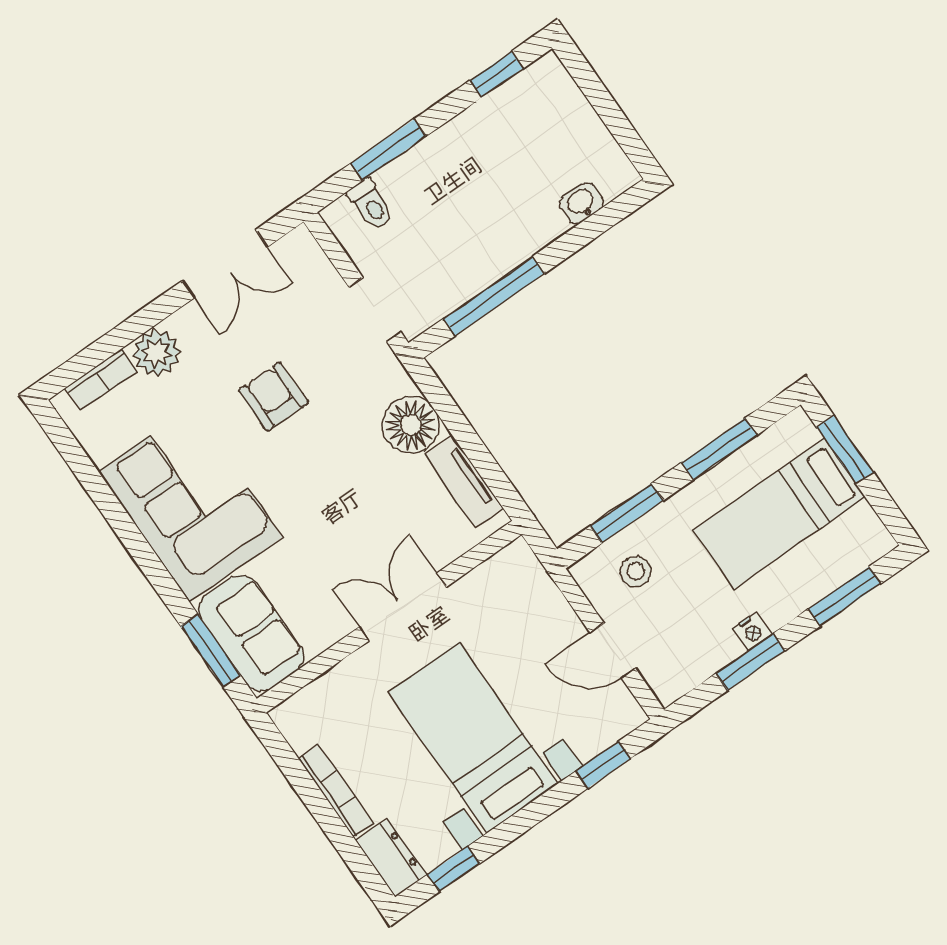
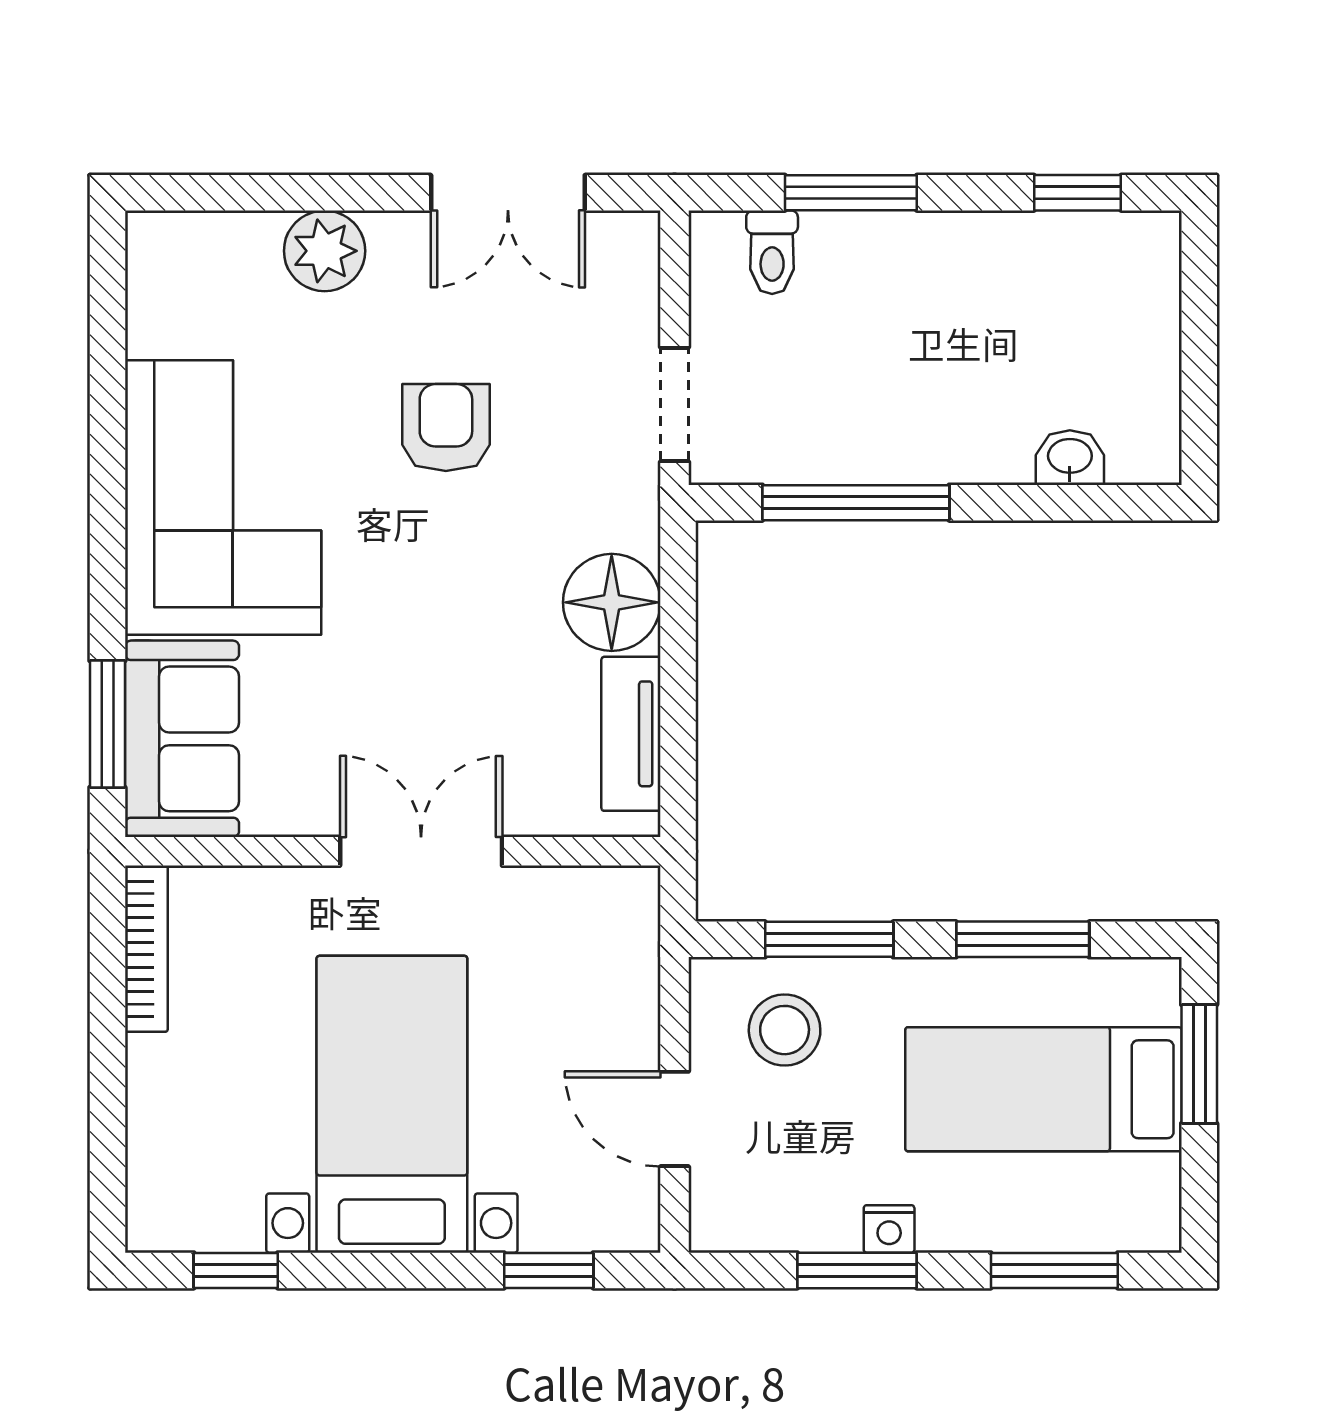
bookcase: (101, 379) -> (220, 234), removed
stool: (636, 571) -> (785, 1030), width x1.37, depth x1.37
bookcase: (336, 791) -> (146, 949), moved
dresser: (391, 858) -> (159, 1193), removed

